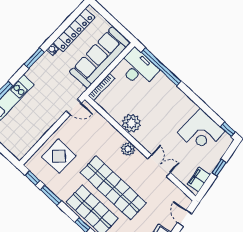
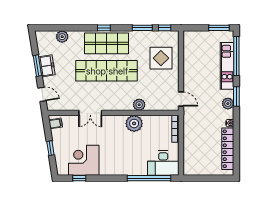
window: (34, 58) -> (236, 96), moved
sofa: (100, 58) -> (194, 147), removed
plant: (39, 67) -> (228, 104), added
door: (74, 107) -> (181, 99), swing flipped
window: (228, 129) -> (79, 178), moved
plant: (128, 149) -> (139, 105), moved
filing cabinet: (199, 179) -> (56, 123), width x0.50

